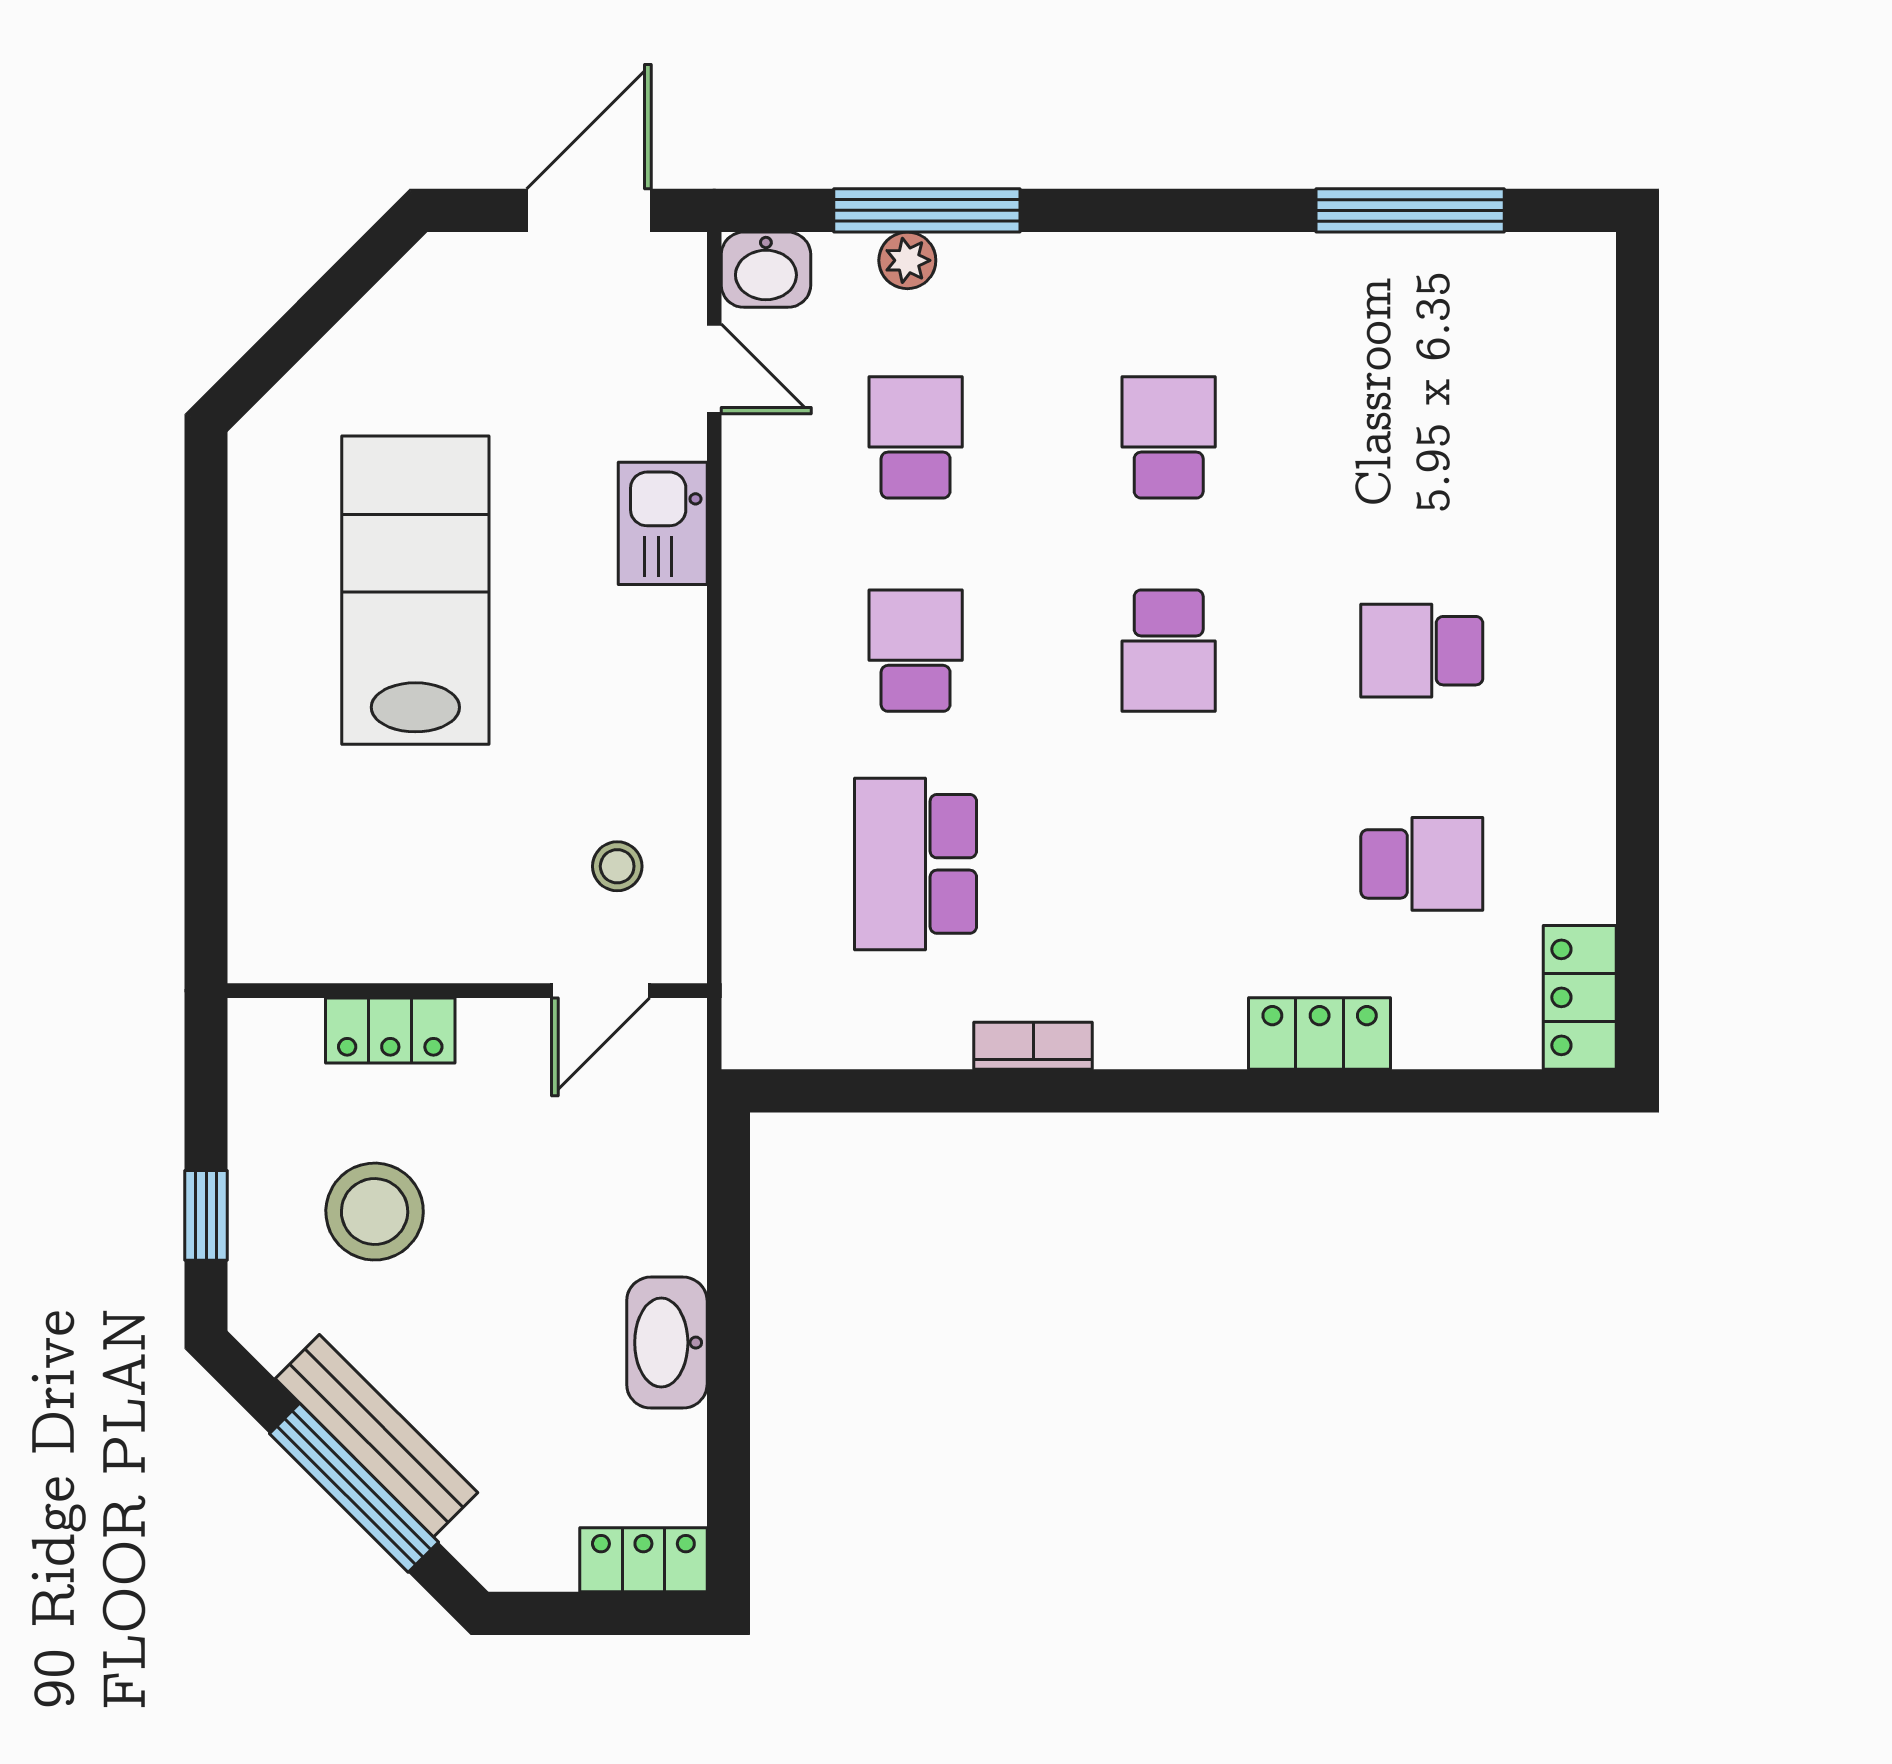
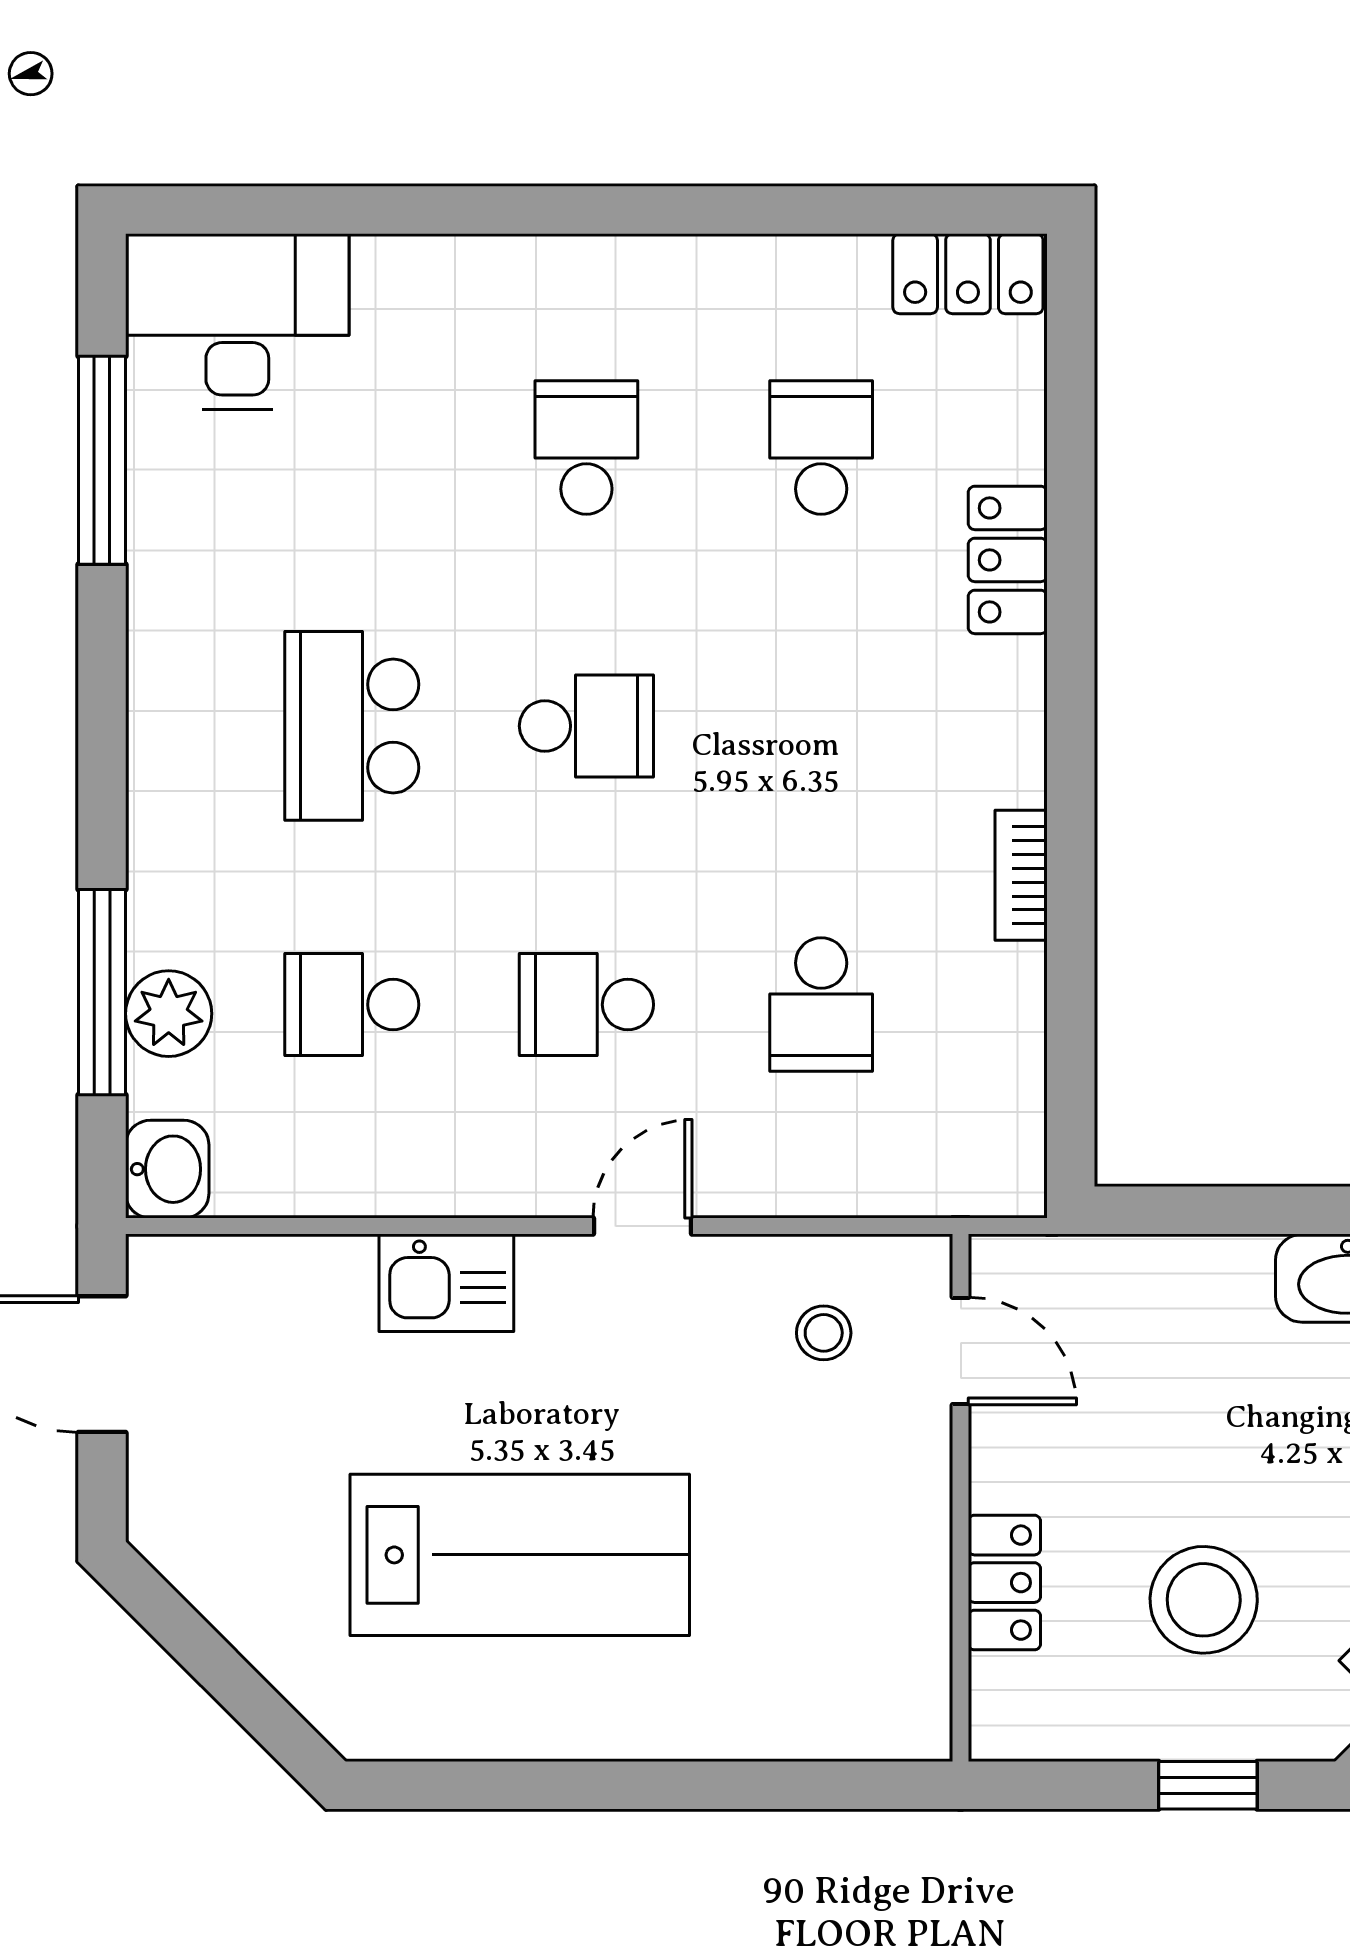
plant: (907, 260) -> (169, 1014), width x1.38, depth x1.38
desk: (1536, 333) -> (237, 321), added
door: (714, 369) -> (642, 1226), moved
school desk: (1169, 437) -> (352, 726), width x1.85
lab bench: (415, 590) -> (520, 1555), turned 180
school desk: (1422, 651) -> (586, 447), turned 180
school desk: (916, 864) -> (821, 1005), width x0.54

